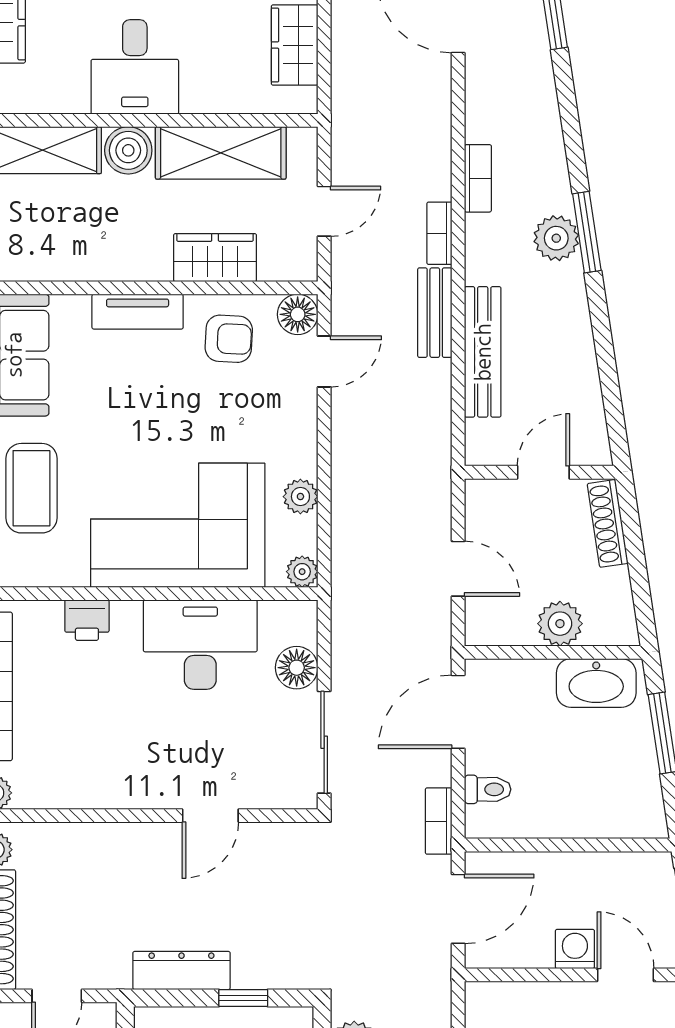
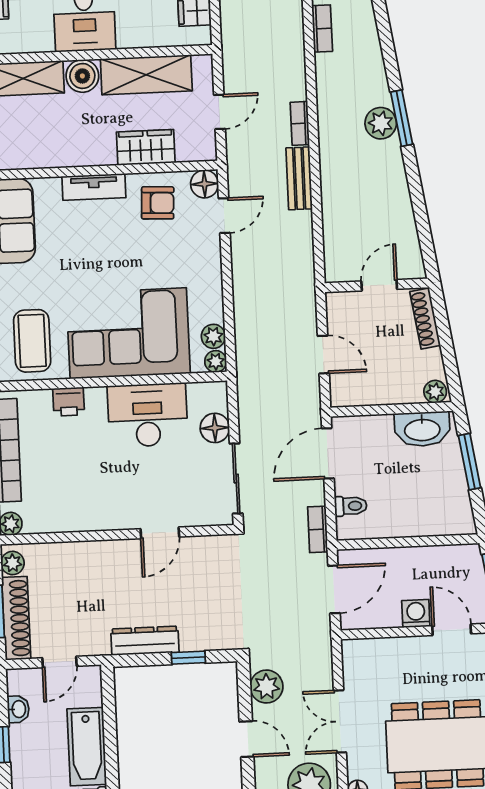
bookcase: (478, 178) -> (322, 29), moved
bench: (483, 352) -> (333, 204), removed
coffee table: (32, 488) -> (32, 341), moved
plant: (300, 497) -> (213, 336), moved
plant: (560, 624) -> (435, 392), moved, width x0.73, depth x0.73

